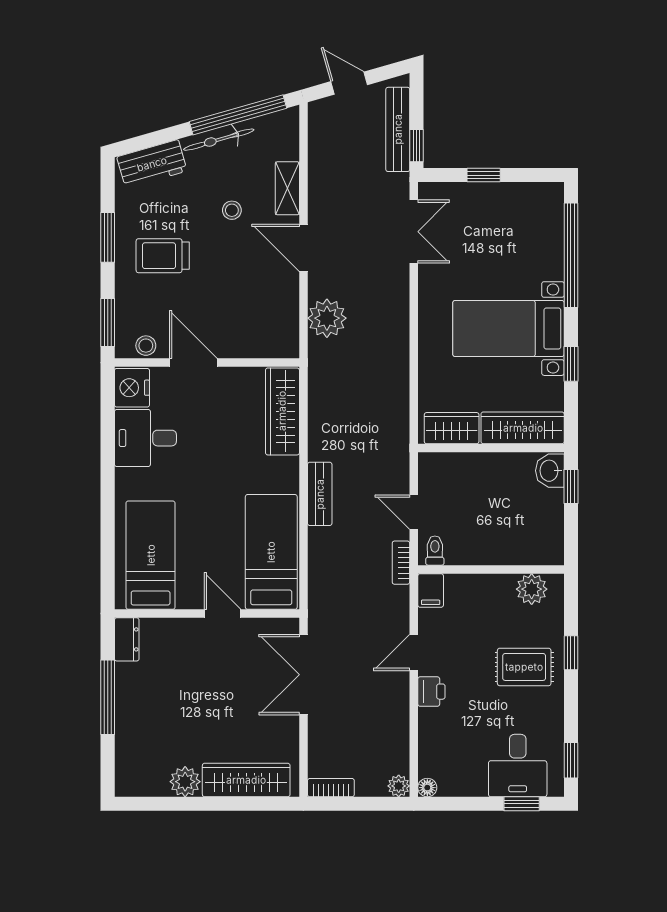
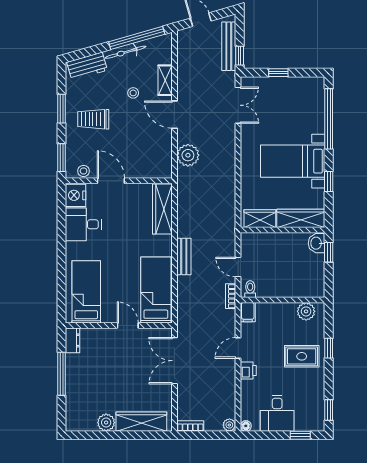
desk: (518, 766) -> (277, 413), moved

